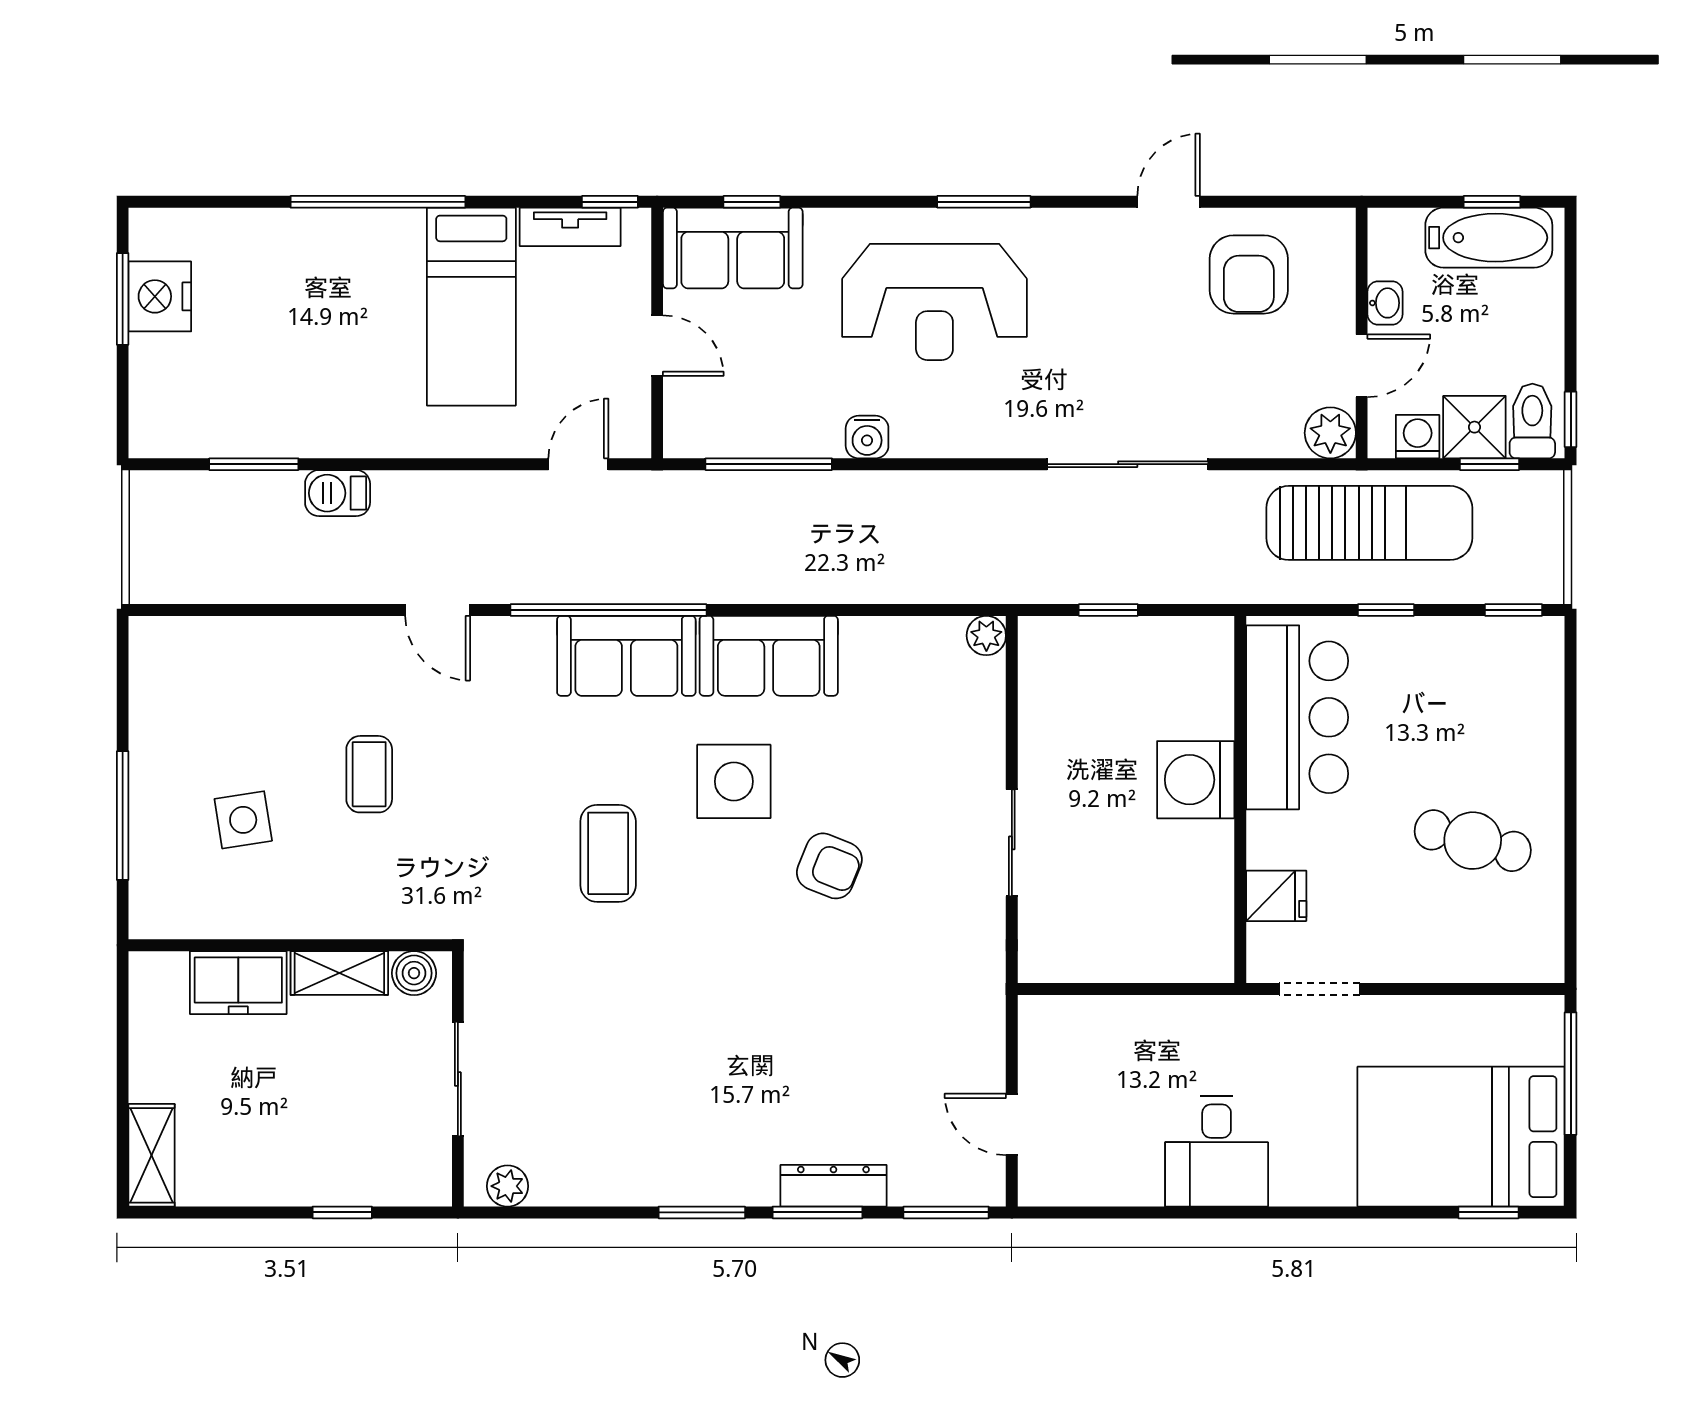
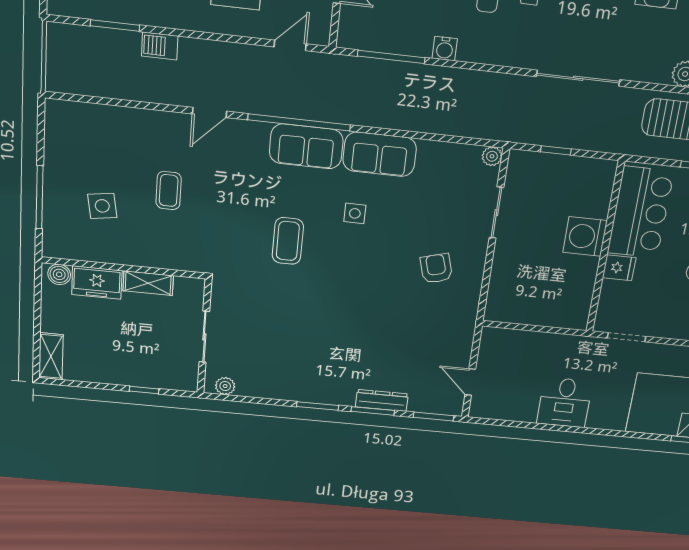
door: (438, 610) -> (209, 113), hinge flipped
side table: (734, 781) -> (355, 213), width x0.54, depth x0.54
sliding door: (1012, 843) -> (496, 213), moved
armchair: (829, 866) -> (436, 268), moved, turned -128
fridge: (1276, 896) -> (619, 268), moved
boiler: (414, 973) -> (59, 274), moved

